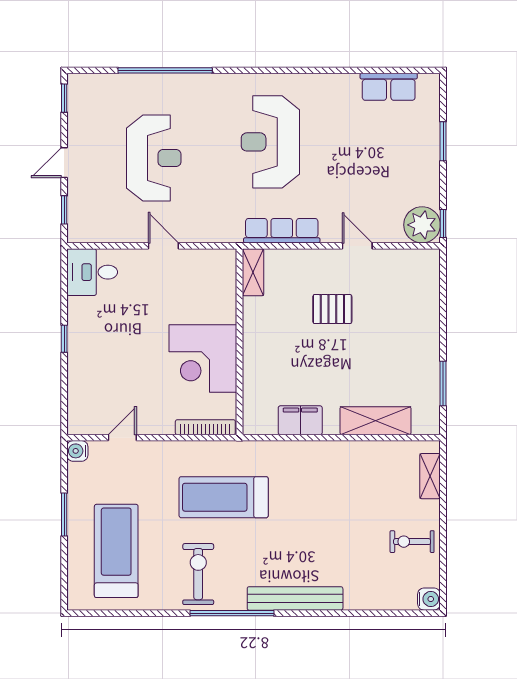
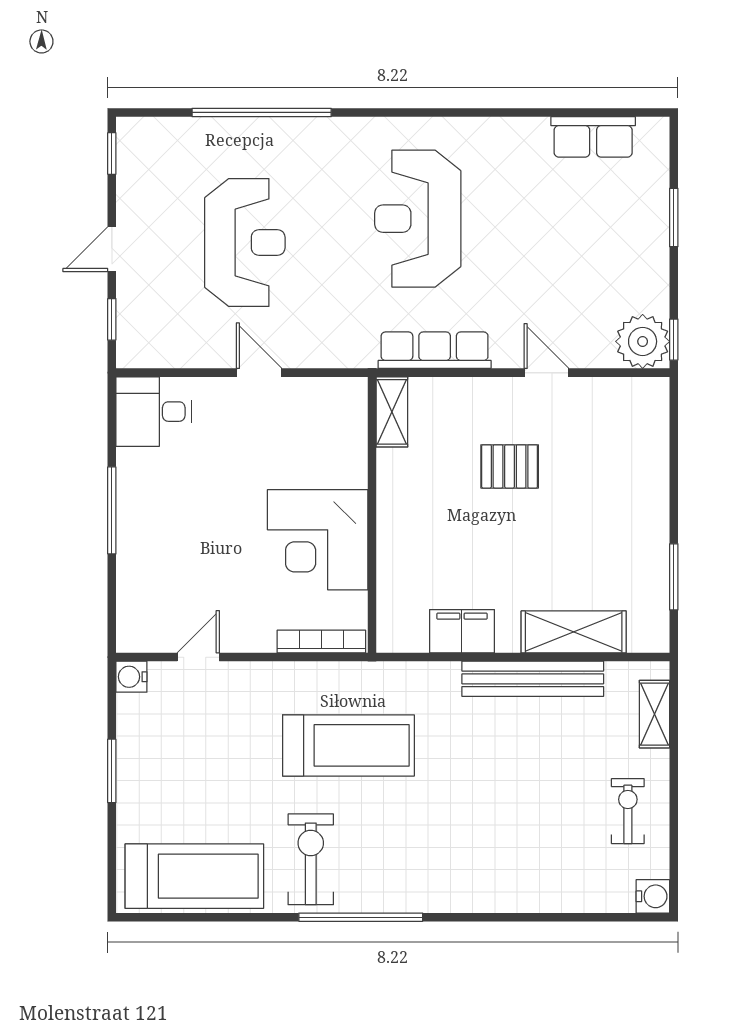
window: (64, 339) -> (112, 510), width x2.17
treadmill: (224, 497) -> (348, 745), turned 180
exercise bike: (412, 542) -> (628, 811), turned 90
treadmill: (116, 551) -> (194, 876), moved, turned 90
bench: (295, 598) -> (533, 679), moved

